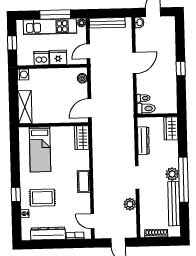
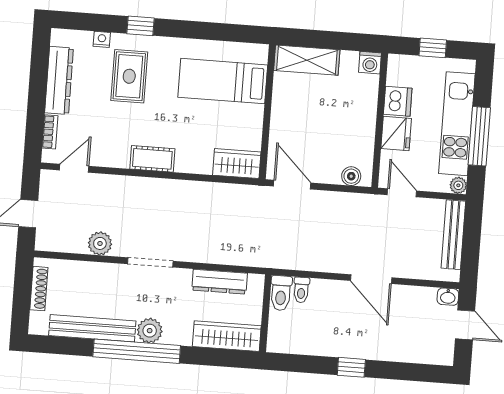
wardrobe: (171, 128) -> (227, 336), width x1.50

